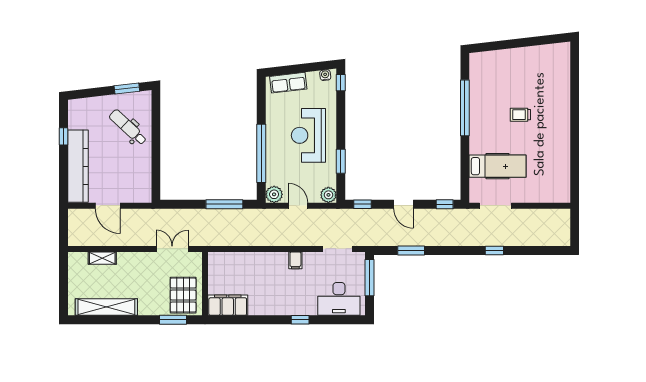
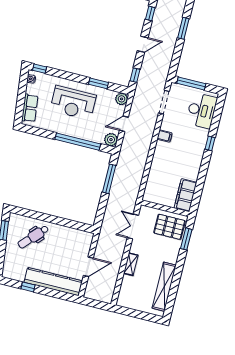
window: (411, 250) -> (183, 28), moved
shelving: (102, 258) -> (131, 264), moved

